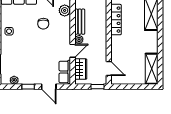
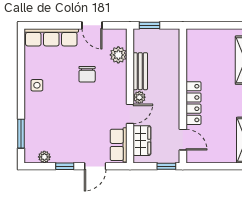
locker: (116, 20) -> (193, 103), moved
door: (49, 87) -> (95, 166), hinge flipped

